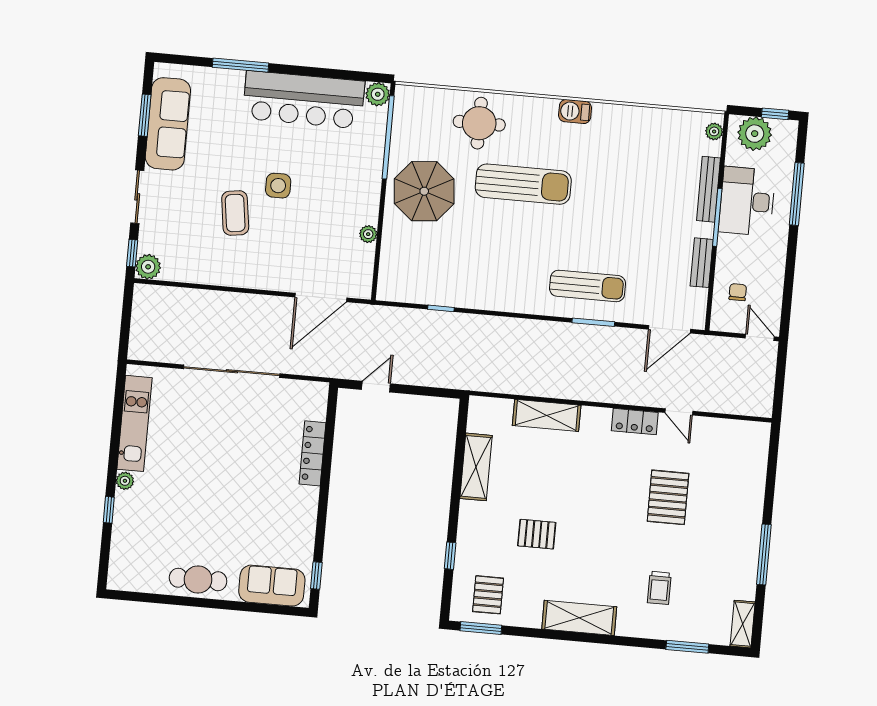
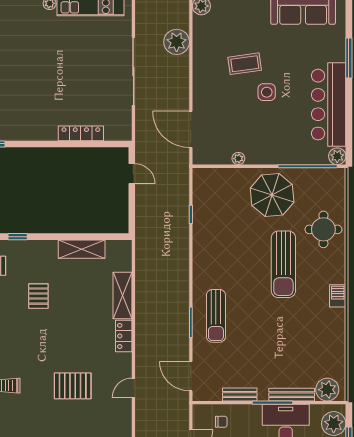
plant: (714, 131) -> (327, 390), width x1.87, depth x1.87
plant: (196, 306) -> (177, 42), added
locker: (635, 422) -> (124, 336), moved

